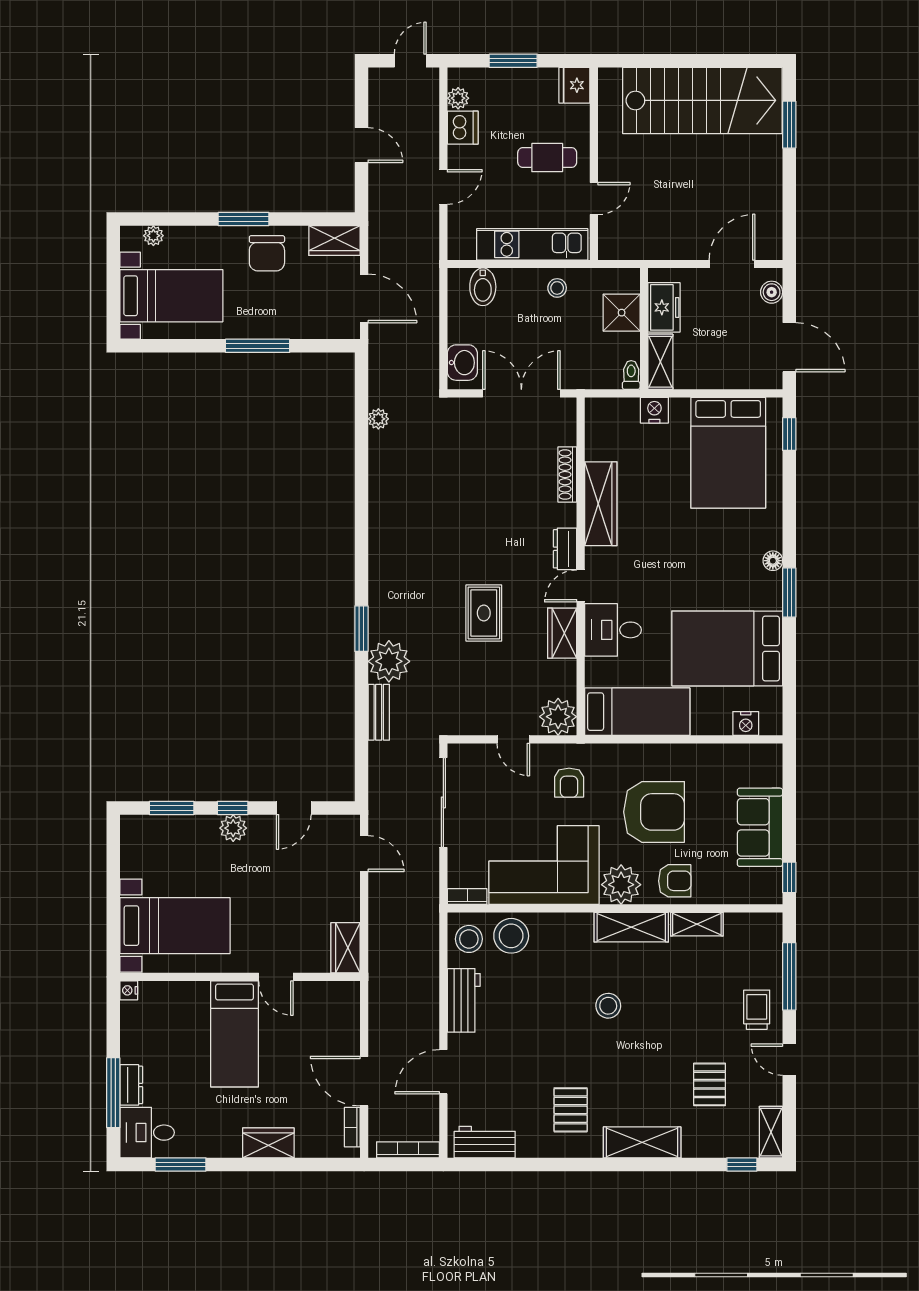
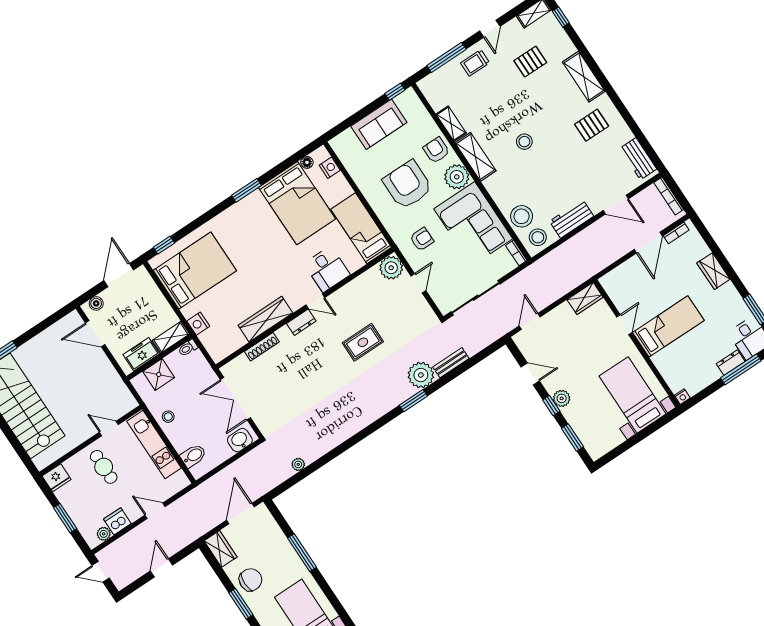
floor lamp: (773, 561) -> (307, 162), moved
wardrobe: (562, 633) -> (346, 295), removed

